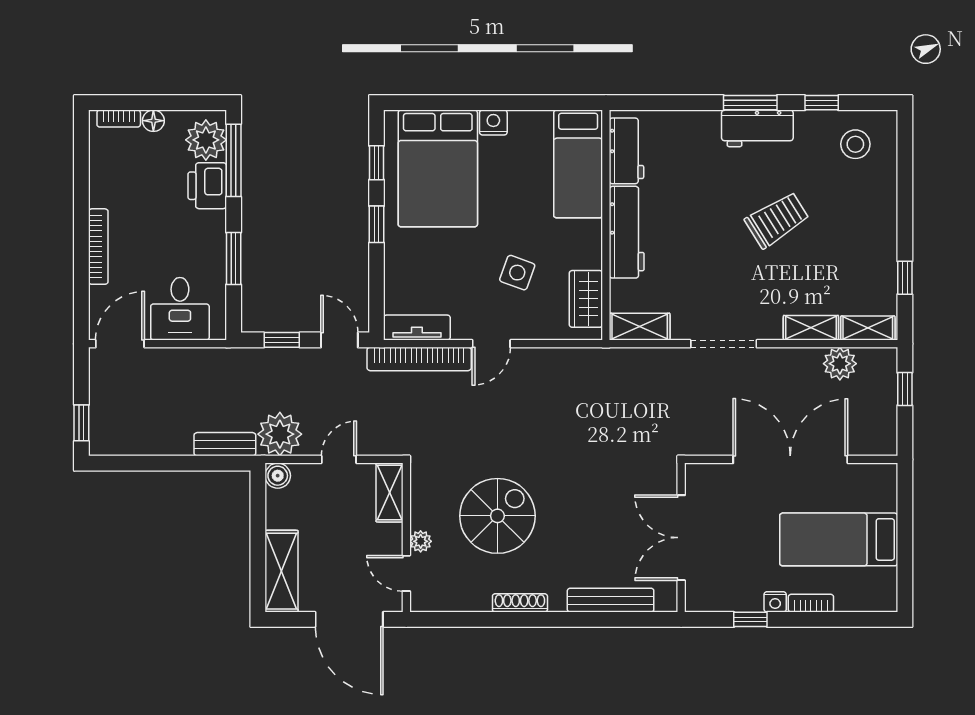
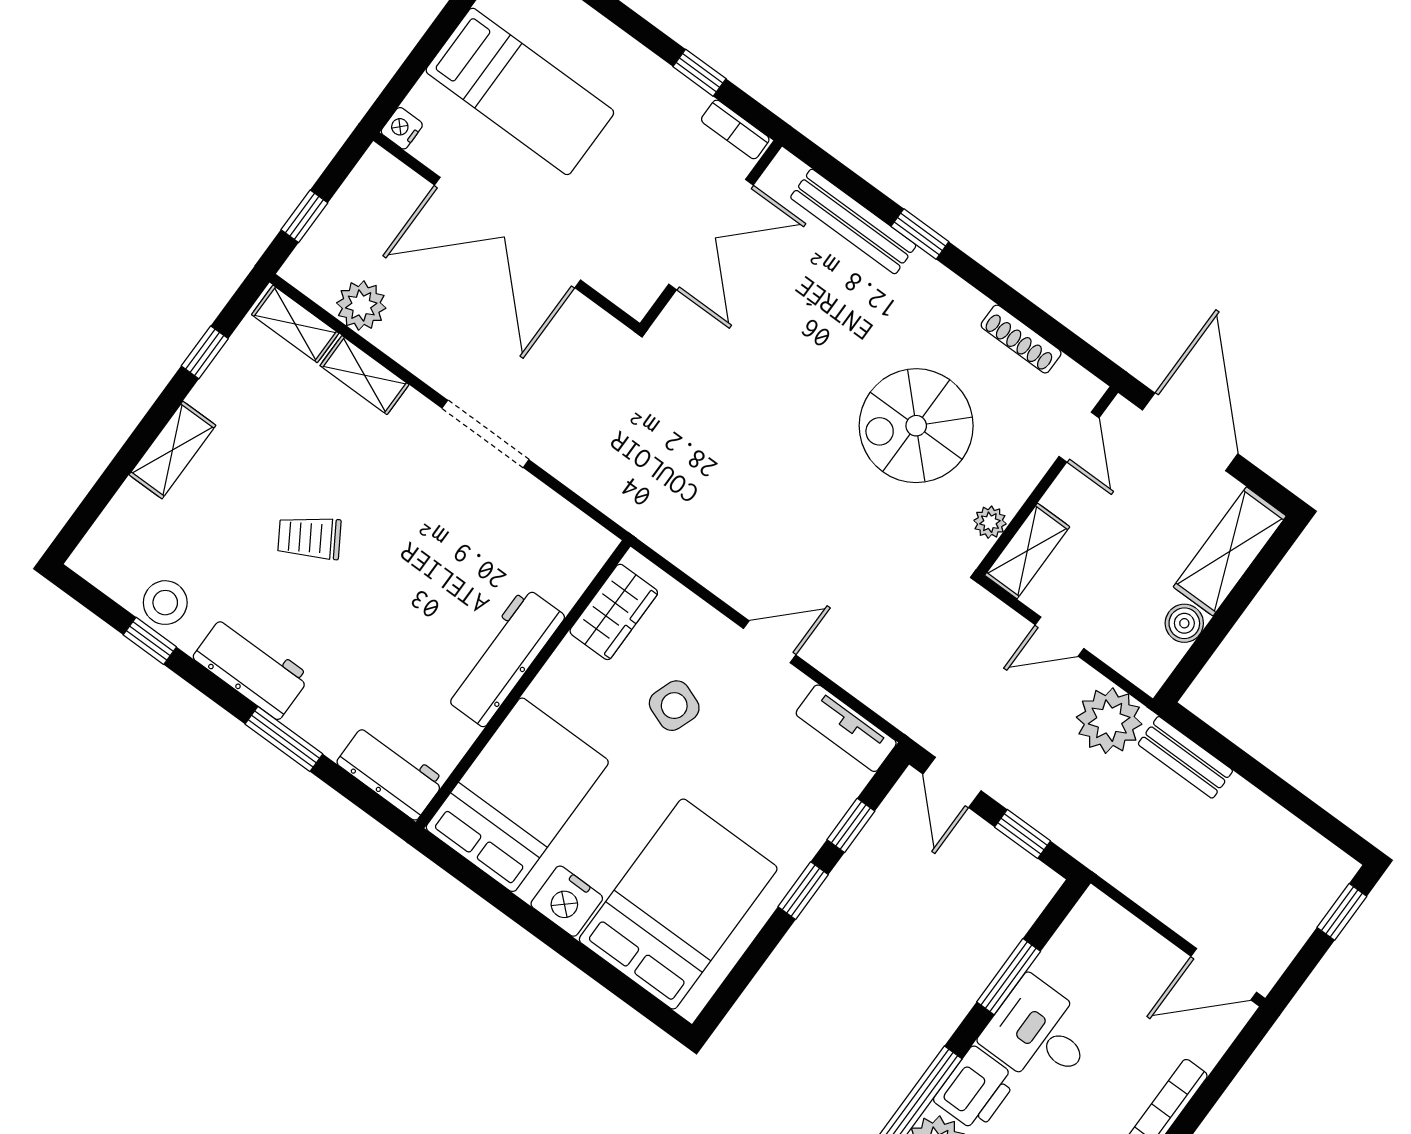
window: (750, 103) -> (284, 739), moved
nightstand: (493, 123) -> (567, 901), width x1.36, depth x1.33
stool: (855, 144) -> (165, 603), moved
workbench: (626, 151) -> (391, 772), moved, turned 90
window: (376, 163) -> (851, 825), moved
bed: (578, 164) -> (517, 795), width x1.50
trolley: (777, 220) -> (309, 538), width x0.73, depth x0.72
desk: (180, 309) -> (1039, 1034), moved, turned -90
shelving: (640, 327) -> (172, 450), moved, turned 90
bookcase: (419, 359) -> (872, 688), removed
boiler: (278, 476) -> (1184, 623), moved
plant: (421, 541) -> (990, 522), moved
nightstand: (775, 602) -> (402, 128), moved, turned -90
shoe rack: (520, 603) -> (1021, 339), moved
bookcase: (811, 603) -> (735, 129), moved
window: (570, 619) -> (920, 234), added

